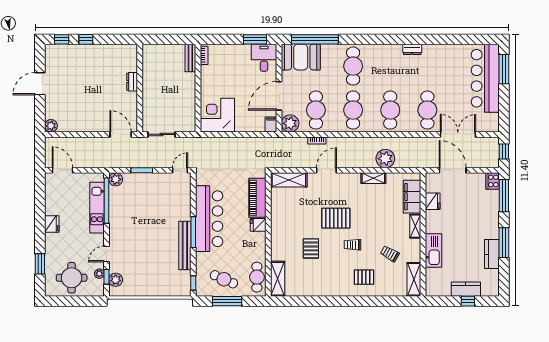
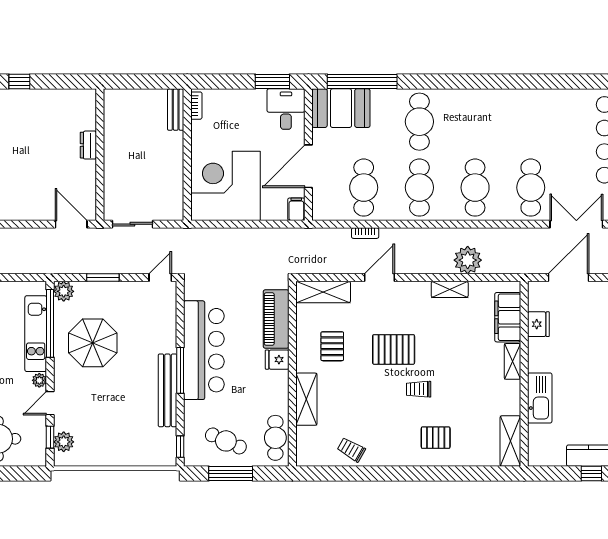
dresser: (412, 49) -> (508, 97), removed
corner desk: (217, 115) -> (225, 186), width x1.36, depth x1.36
plant: (290, 123) -> (325, 208), removed
door: (453, 170) -> (569, 278), hinge flipped
parasol: (135, 214) -> (93, 343), added
pallet: (311, 248) -> (332, 346), moved
trolley: (390, 254) -> (351, 450), moved
plant: (99, 274) -> (39, 380), moved
shelving: (278, 279) -> (306, 399), moved

